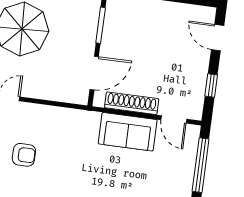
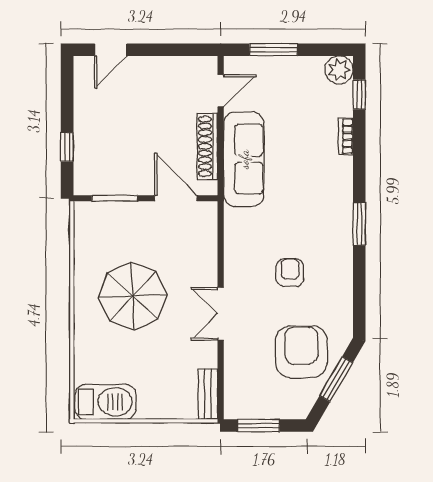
window: (211, 86) -> (172, 50), removed
sofa: (128, 132) -> (244, 159), width x1.36
window: (201, 165) -> (273, 50), width x0.69

